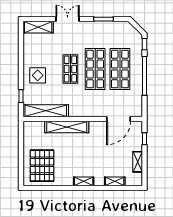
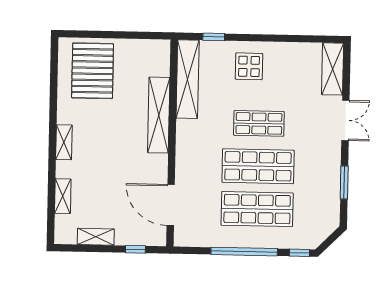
pallet: (42, 166) -> (93, 71), turned 90

